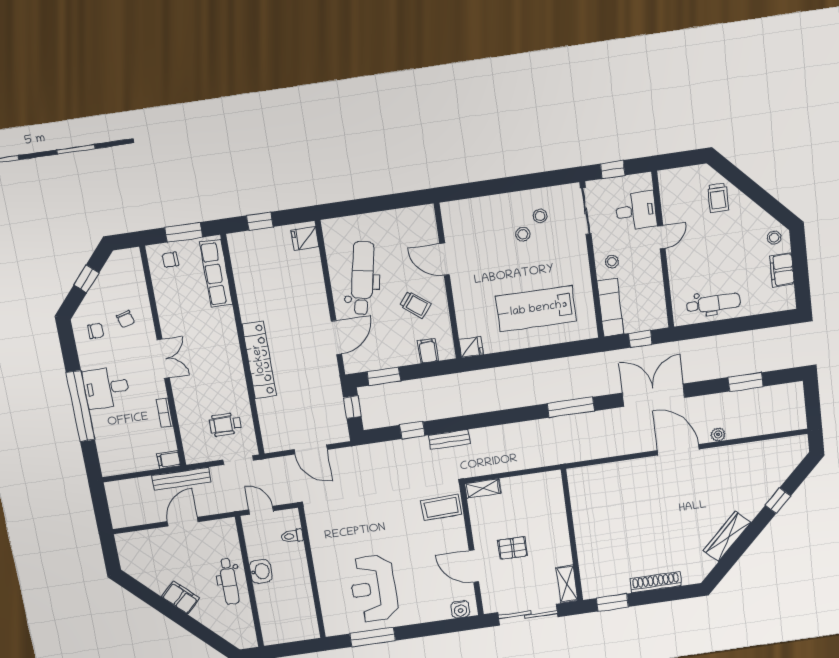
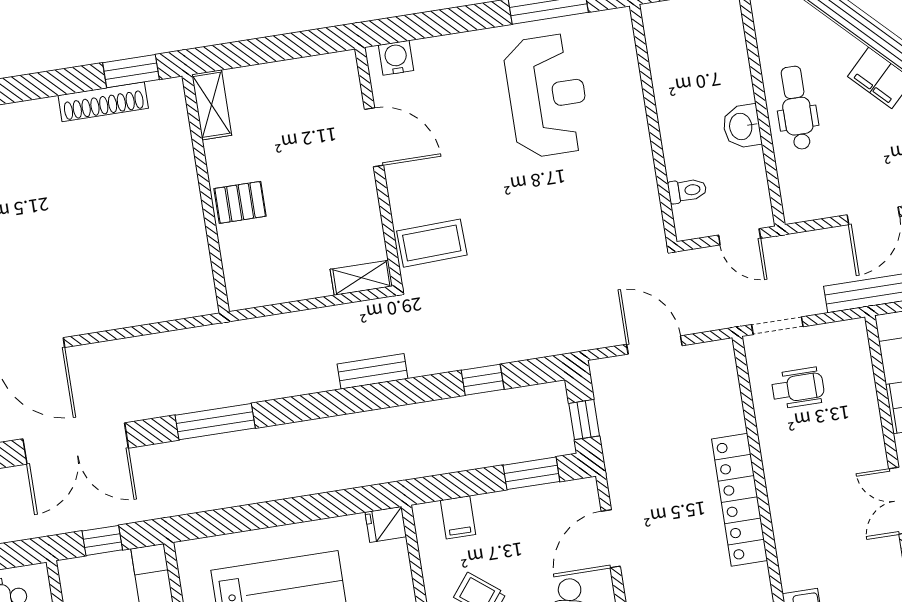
bench: (449, 440) -> (373, 371), moved
pallet: (513, 548) -> (240, 202), moved
shoe rack: (656, 582) -> (103, 102), moved
sliding door: (528, 615) -> (278, 48), removed

